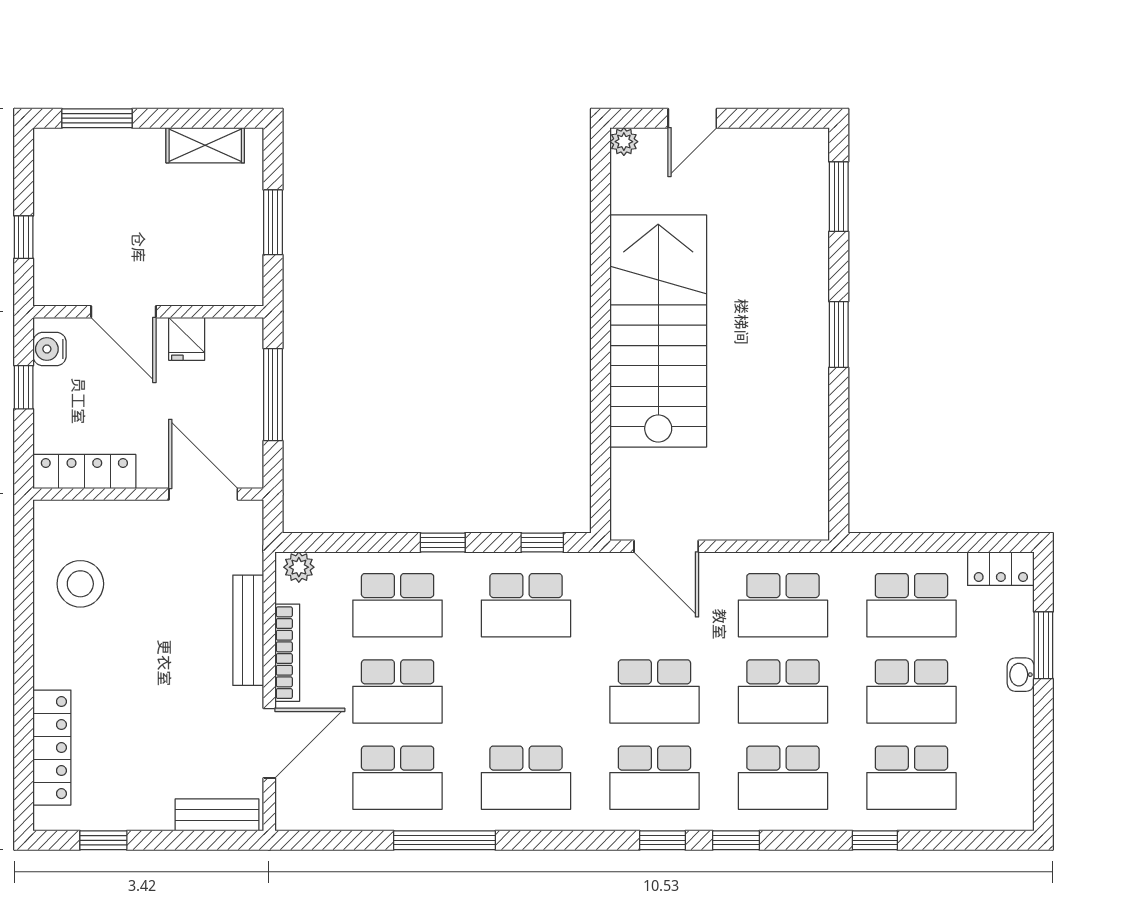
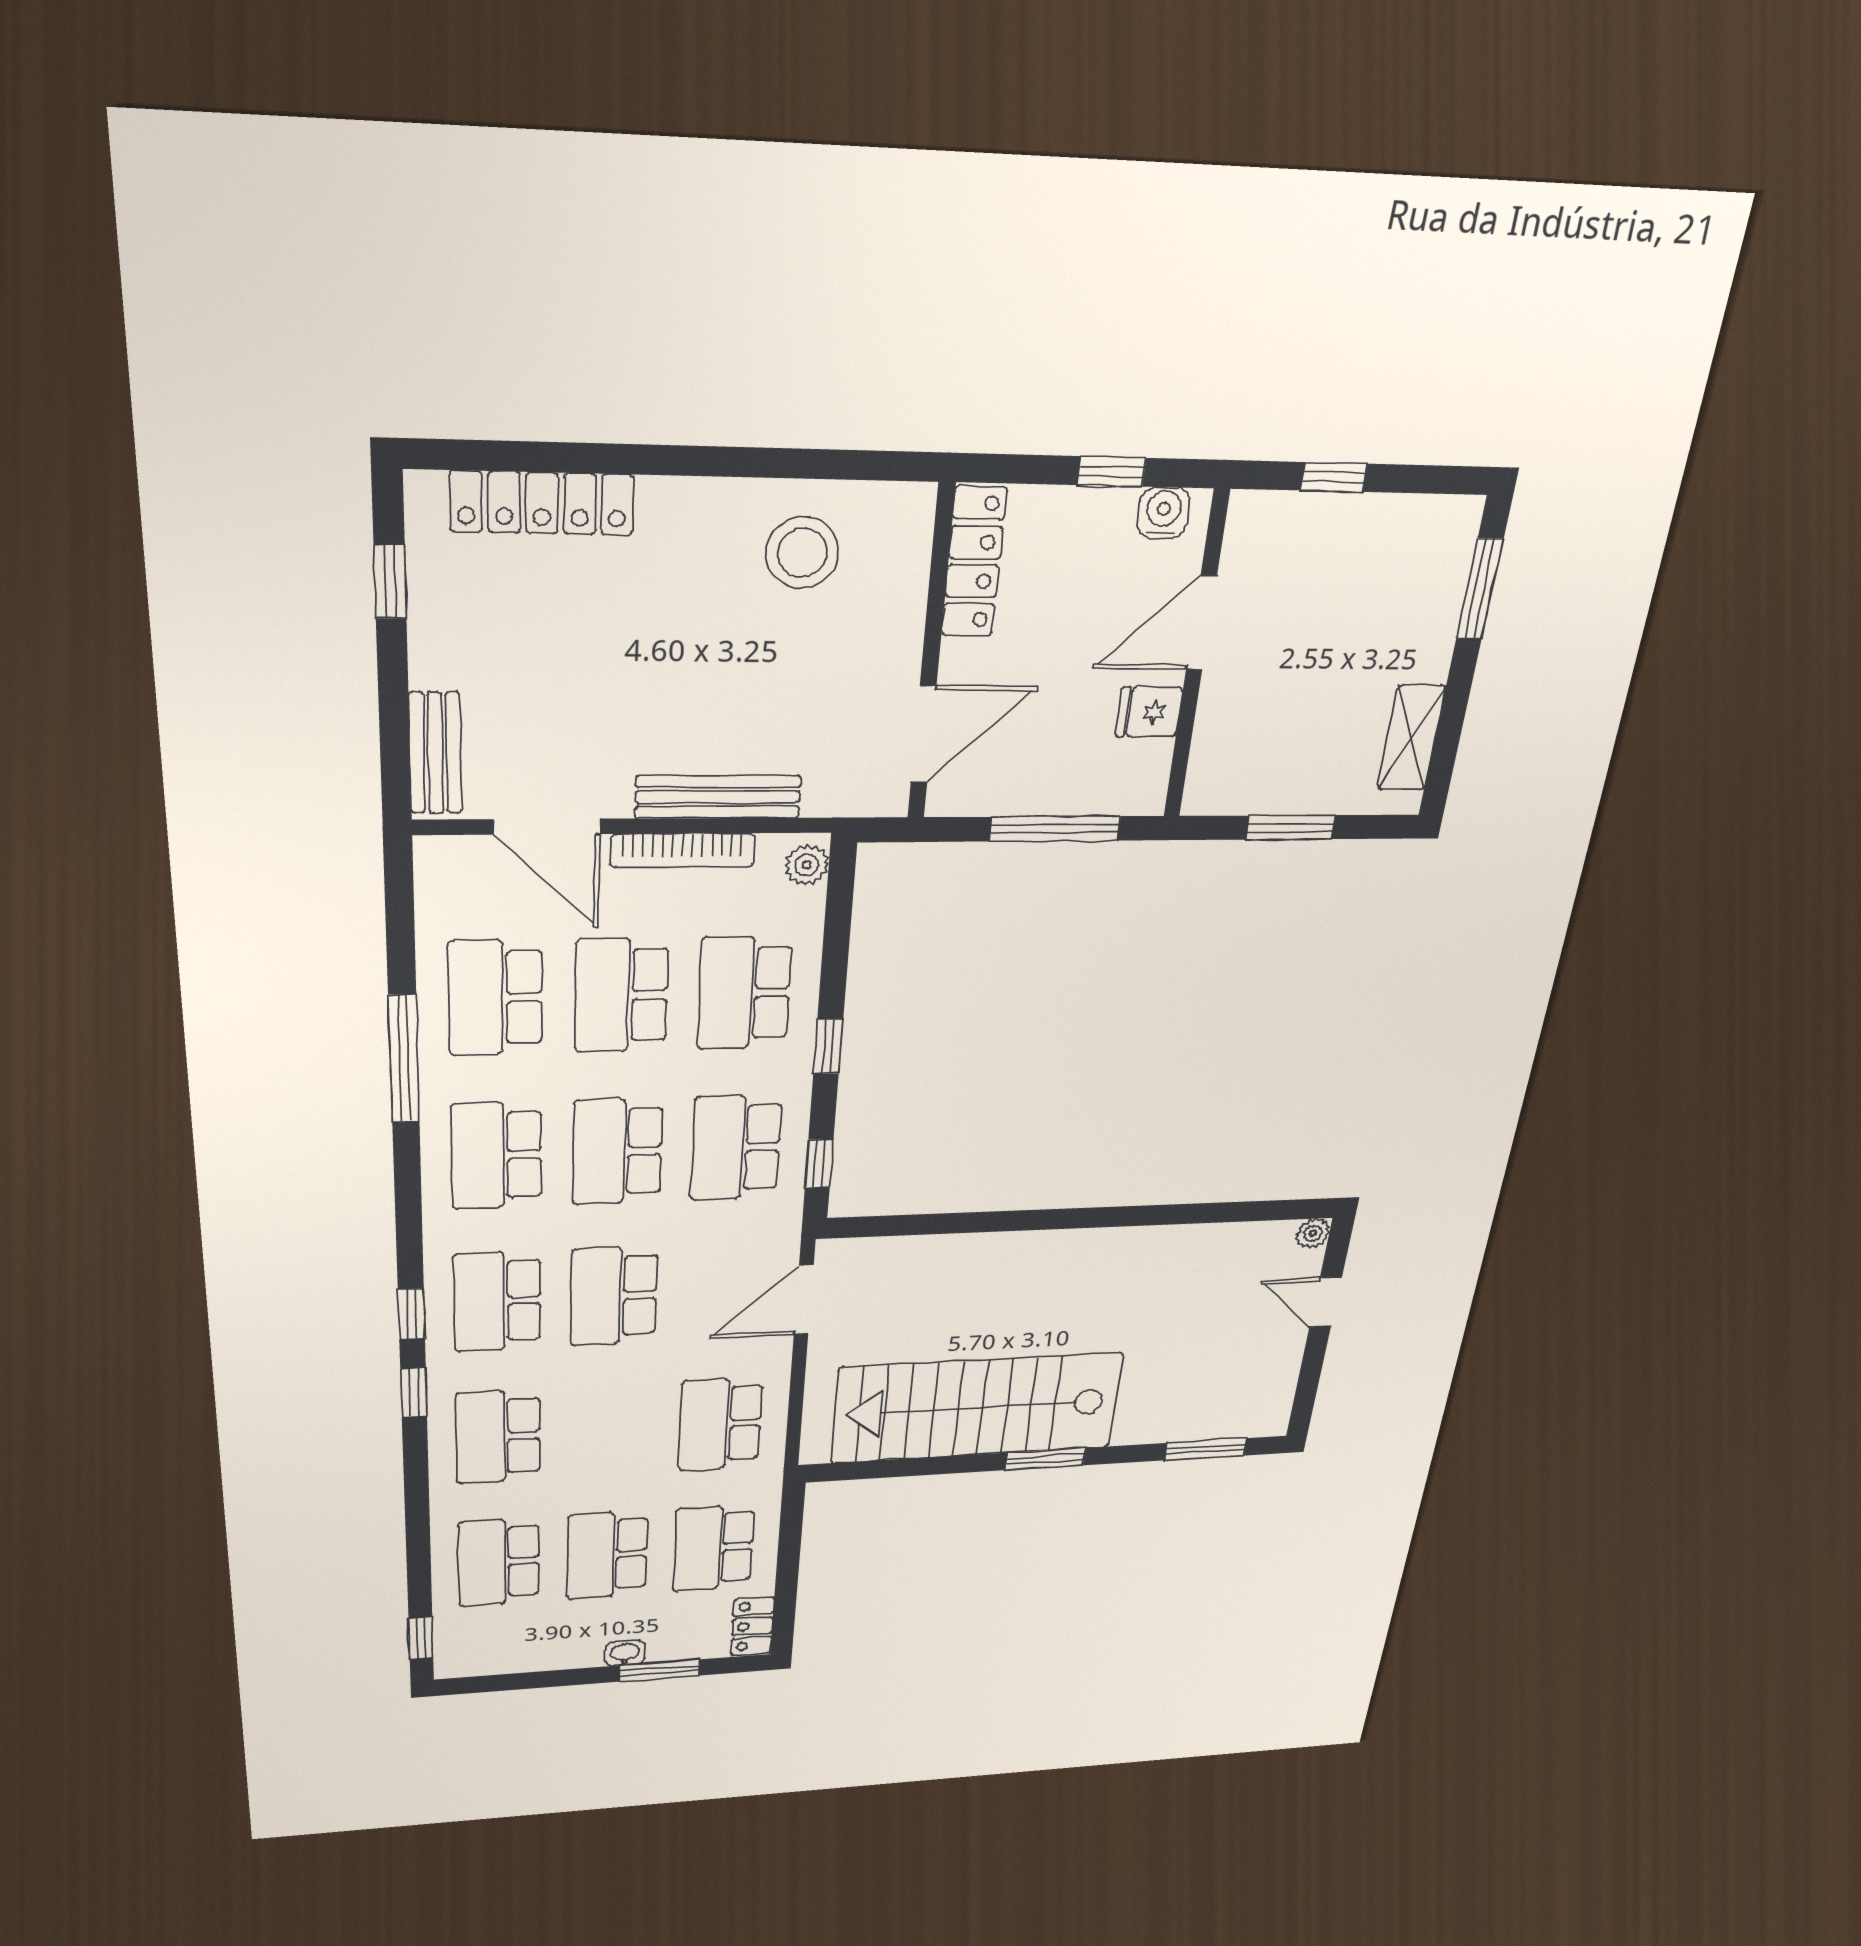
stairs: (658, 331) -> (977, 1408), moved, turned 180
school desk: (783, 691) -> (617, 1152), moved
window: (875, 840) -> (421, 1638), moved

